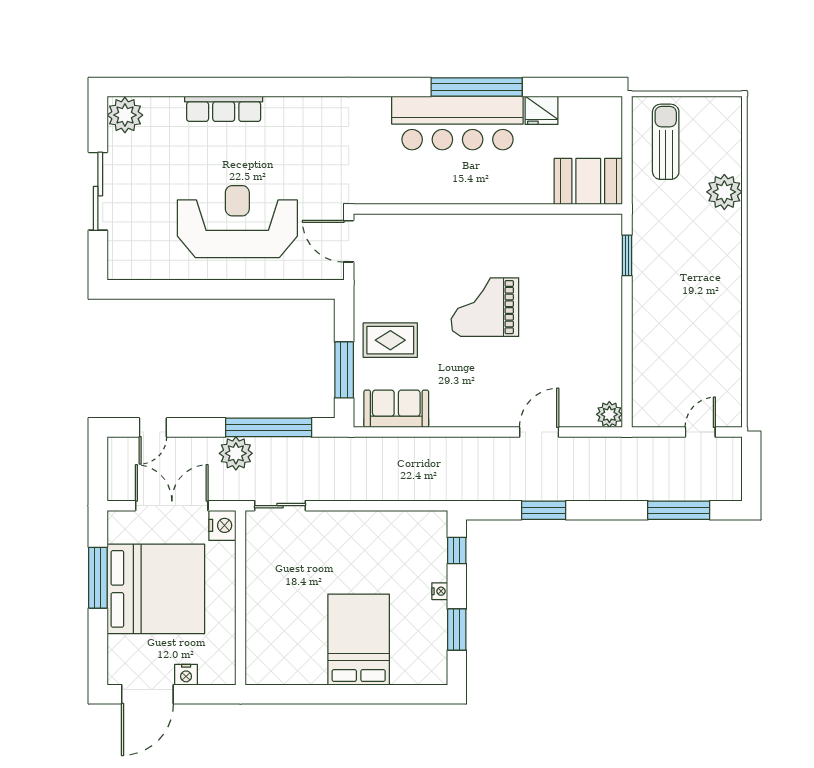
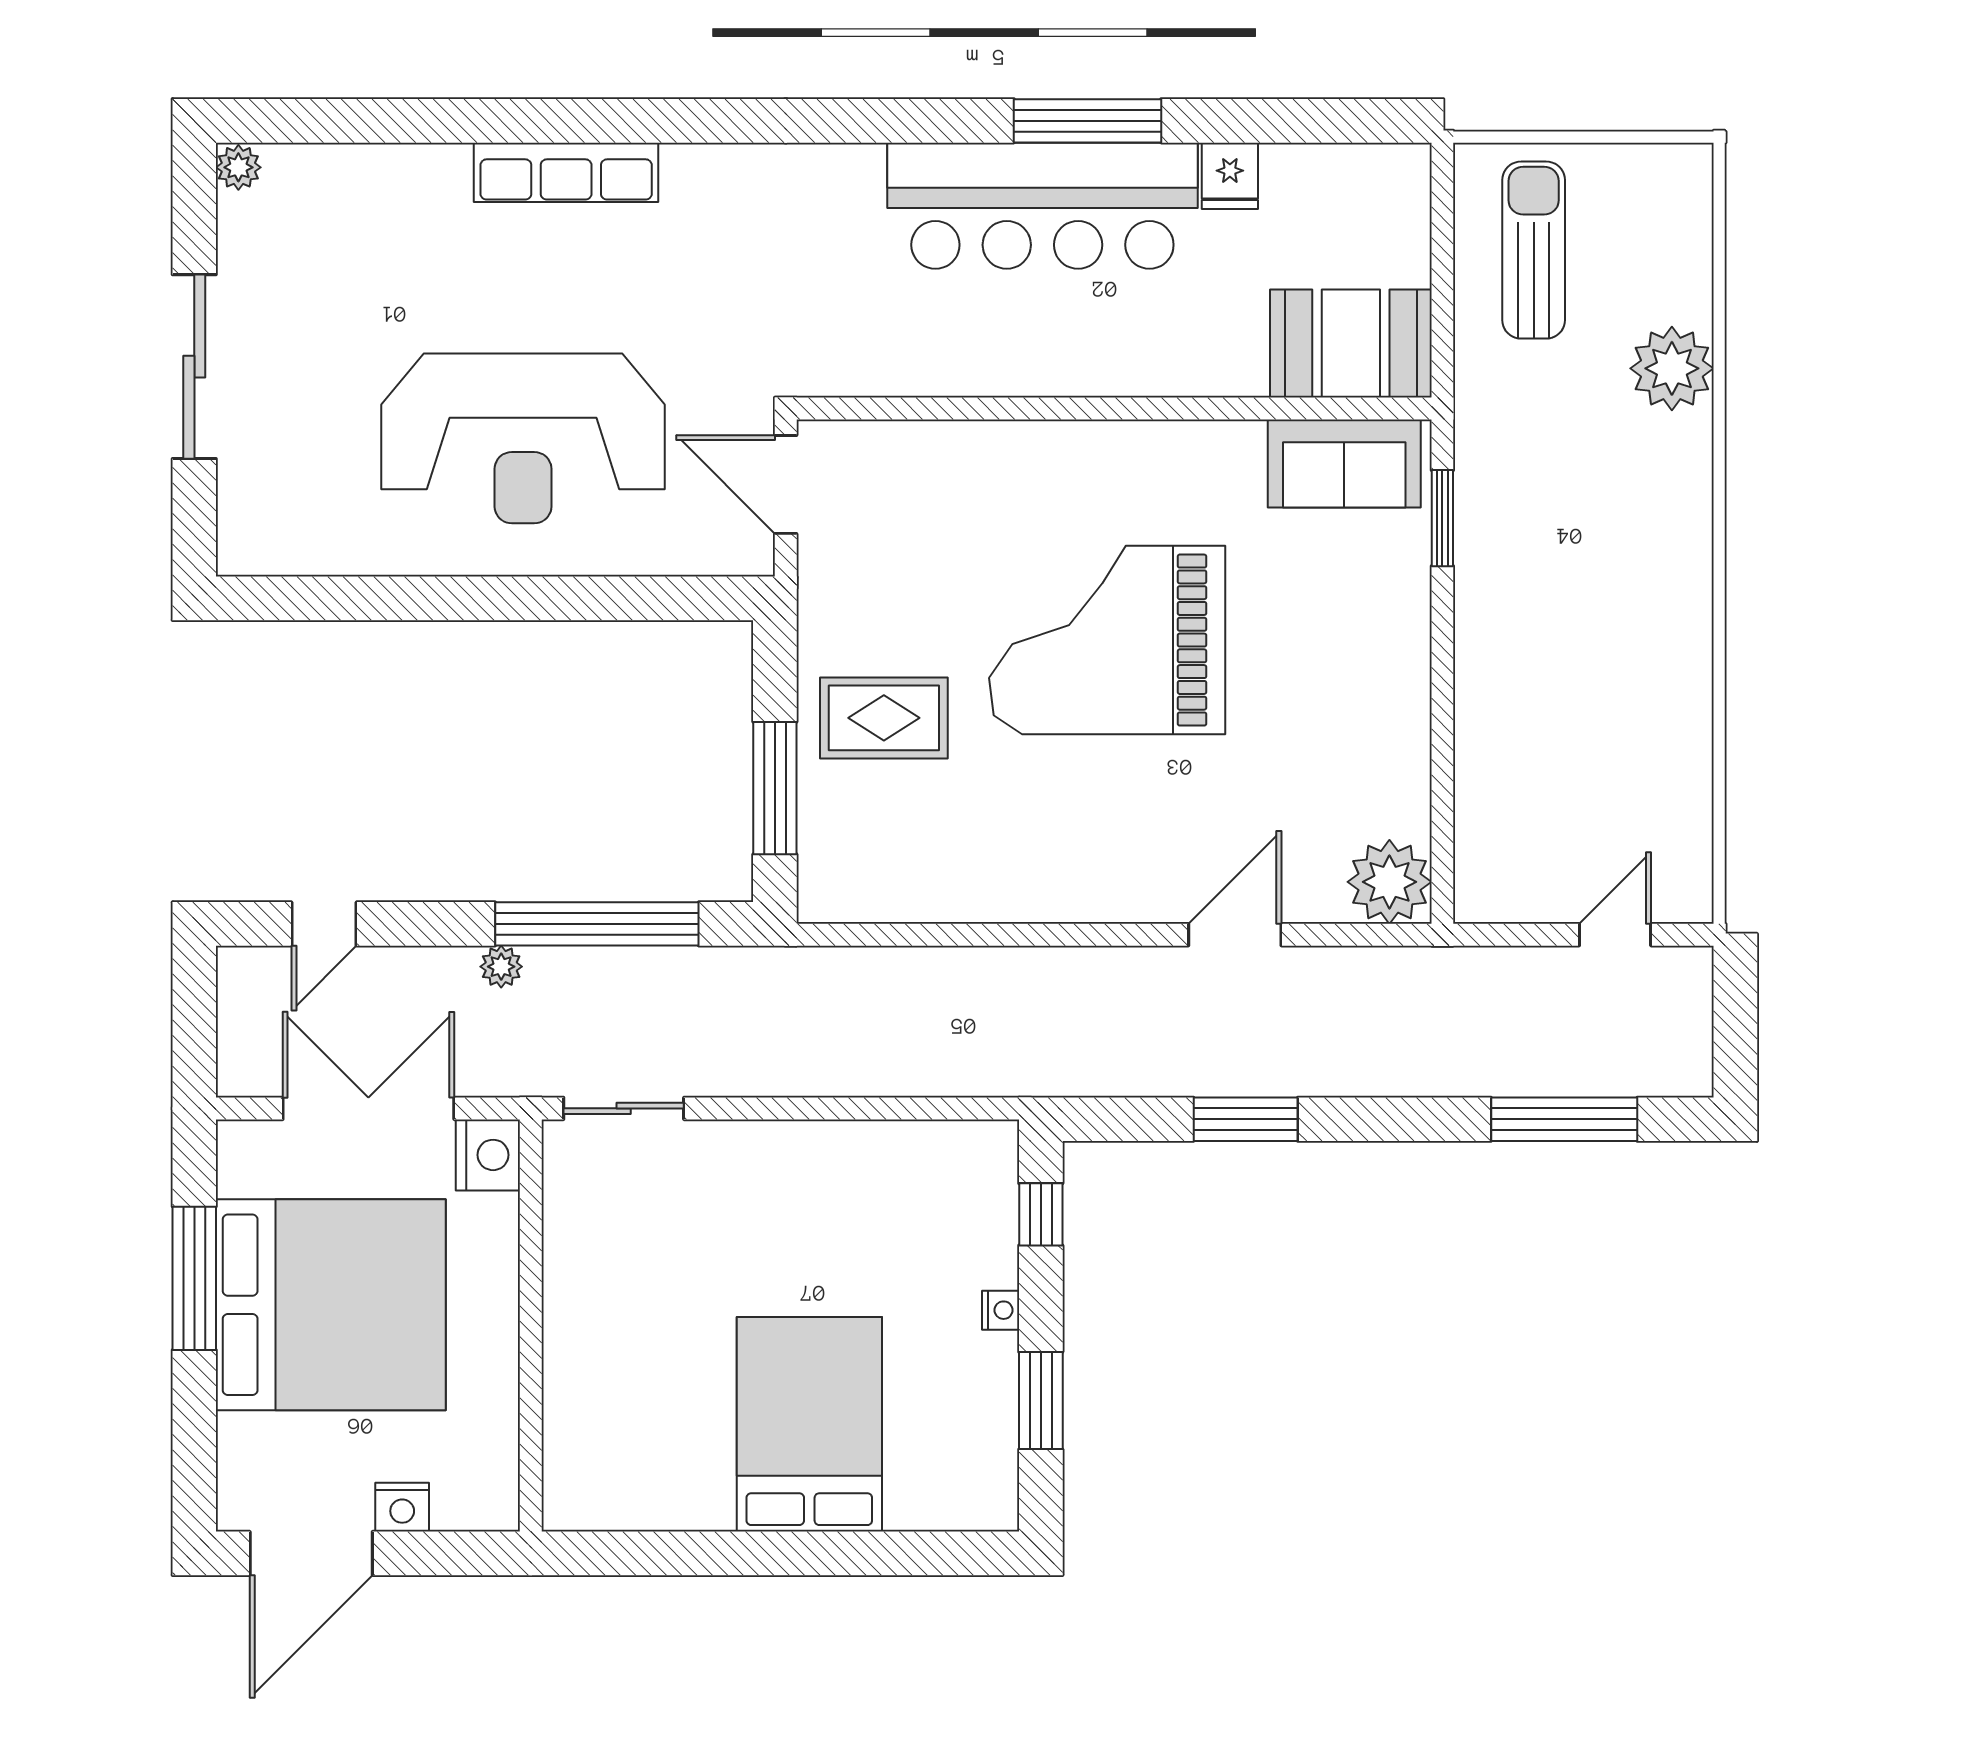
window: (477, 87) -> (1087, 121), width x0.68
row of seats: (224, 109) -> (566, 172), moved
fridge: (541, 110) -> (1230, 176), width x0.72
plant: (125, 115) -> (238, 167), width x0.53, depth x0.53
reception desk: (237, 222) -> (523, 438), turned 180
grand piano: (485, 307) -> (1107, 640), width x1.37, depth x1.48
sofa: (396, 409) -> (1344, 463), moved, turned 180
plant: (609, 414) -> (1389, 882), width x1.36, depth x1.36
plant: (236, 453) -> (501, 967), width x0.53, depth x0.53

